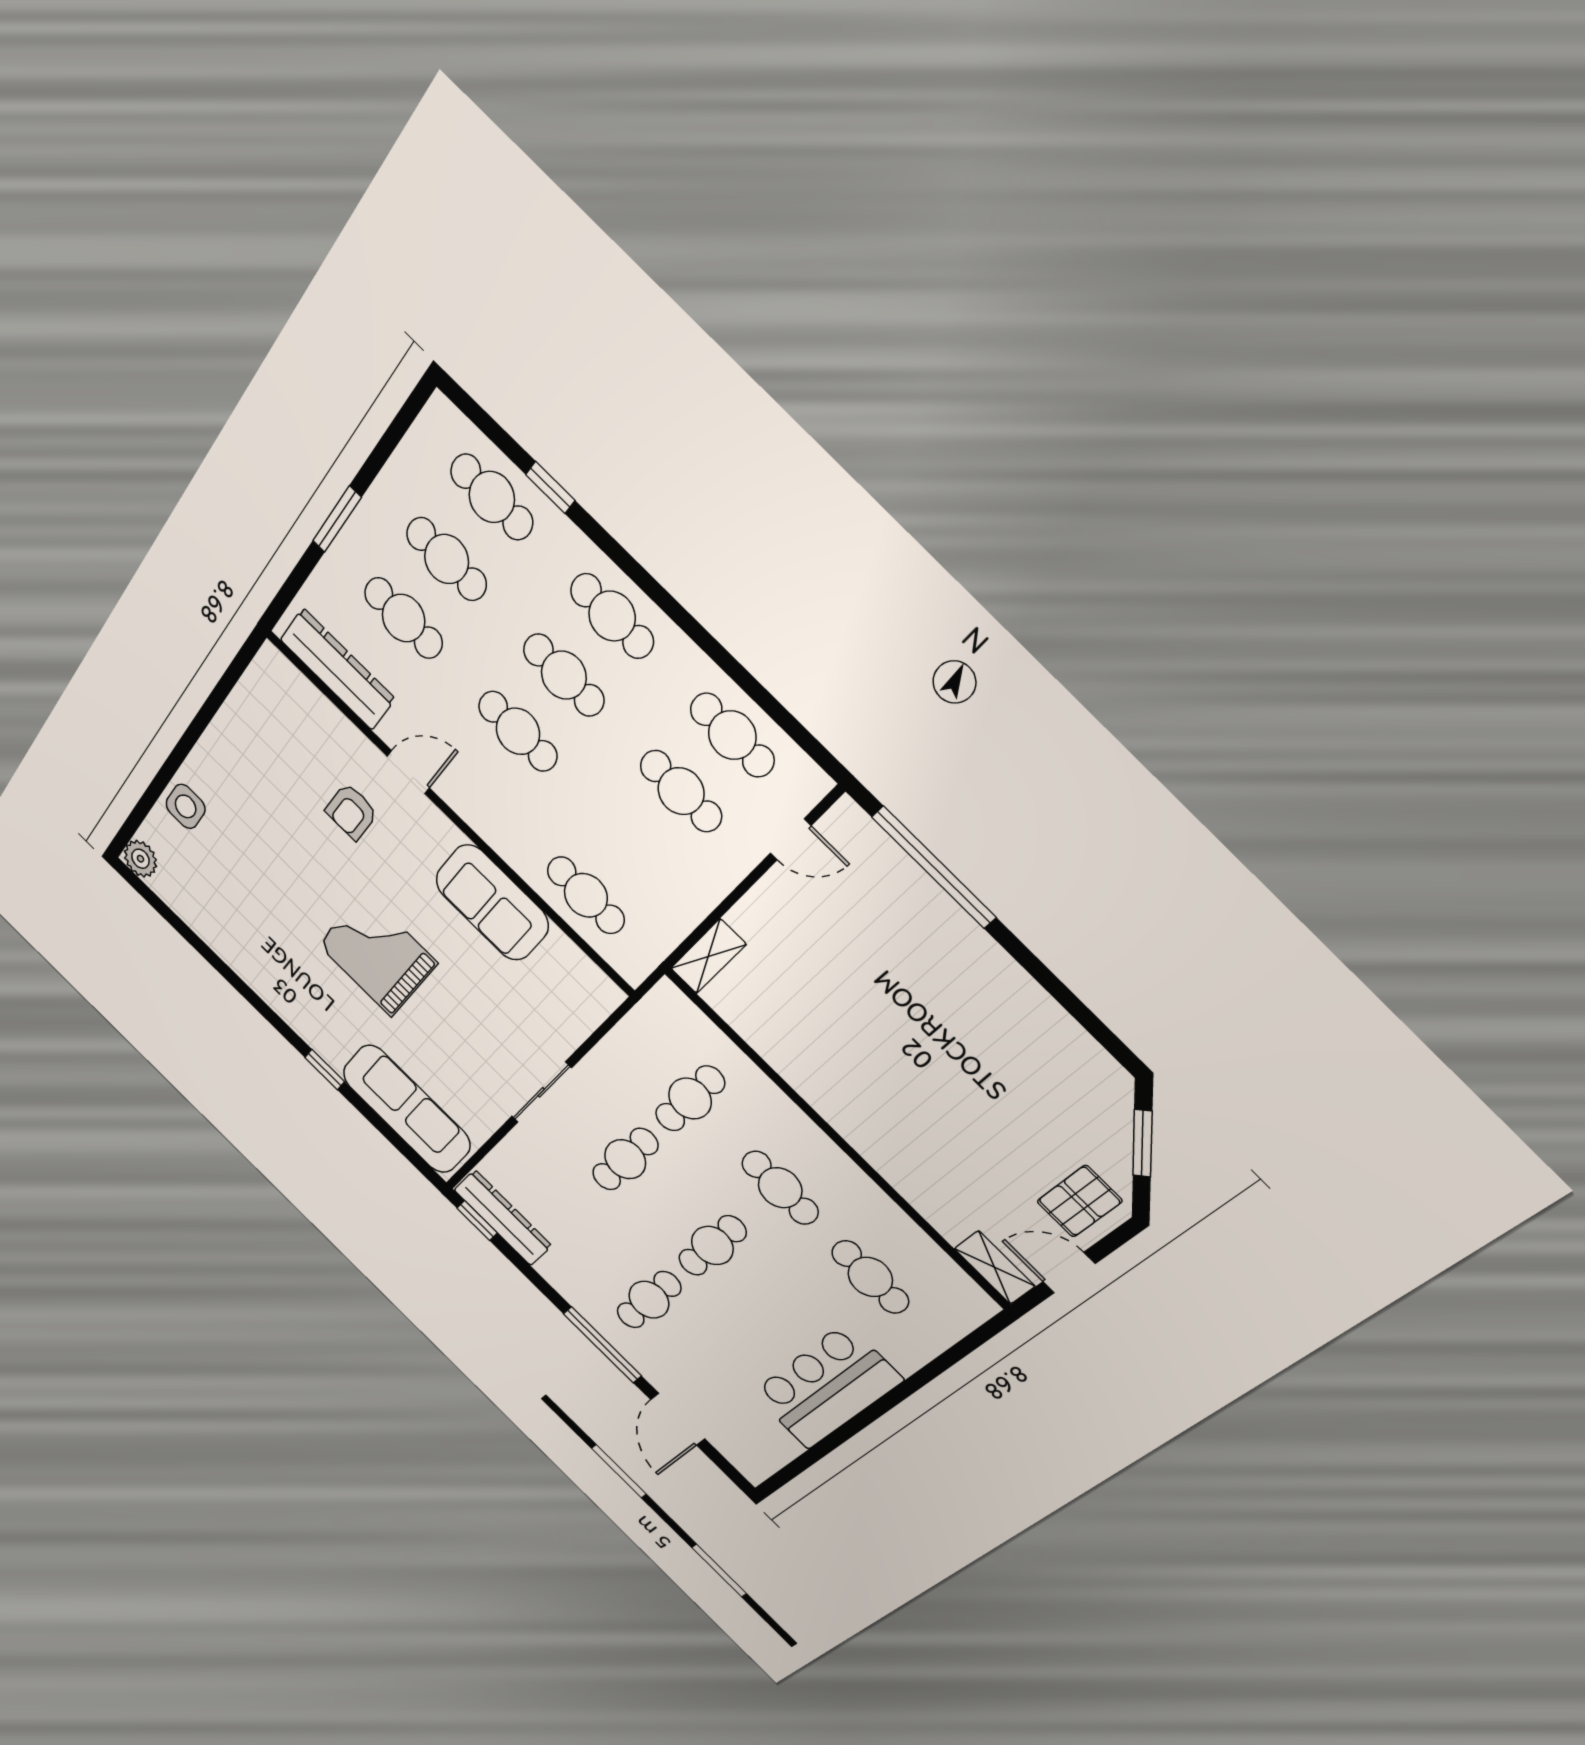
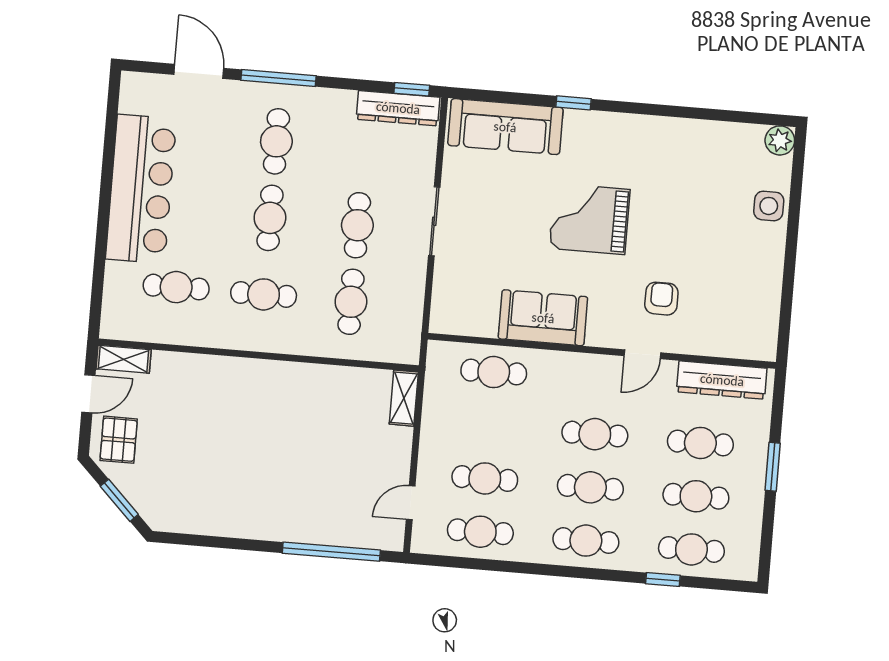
grand piano: (377, 954) -> (590, 219), turned 180
bar counter: (826, 1387) -> (141, 189), width x1.36

